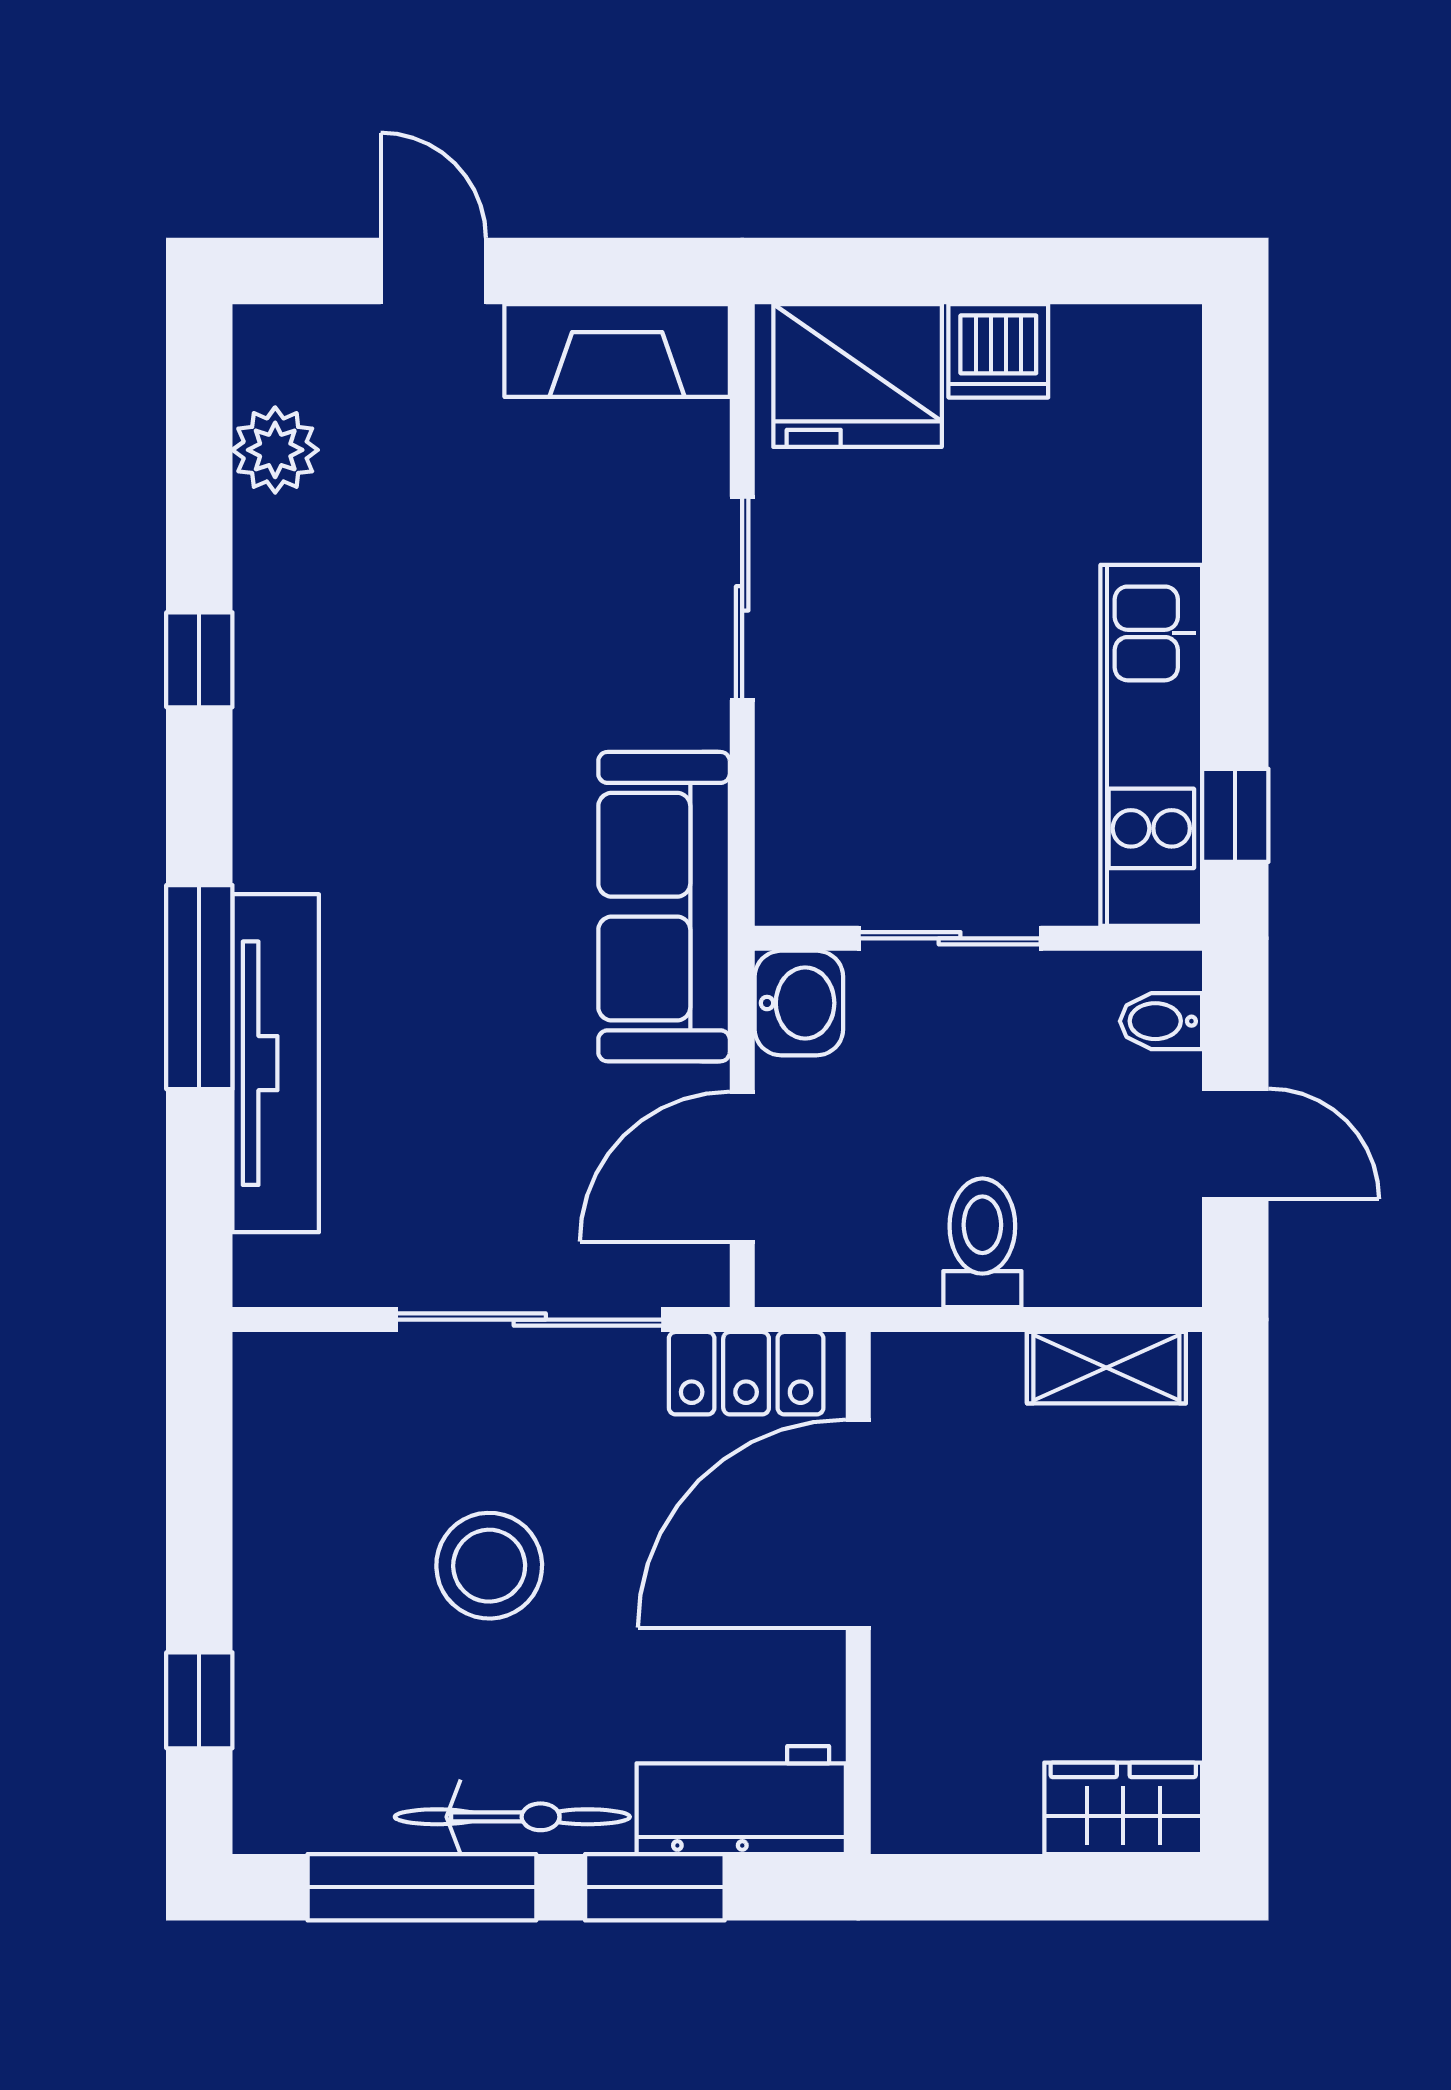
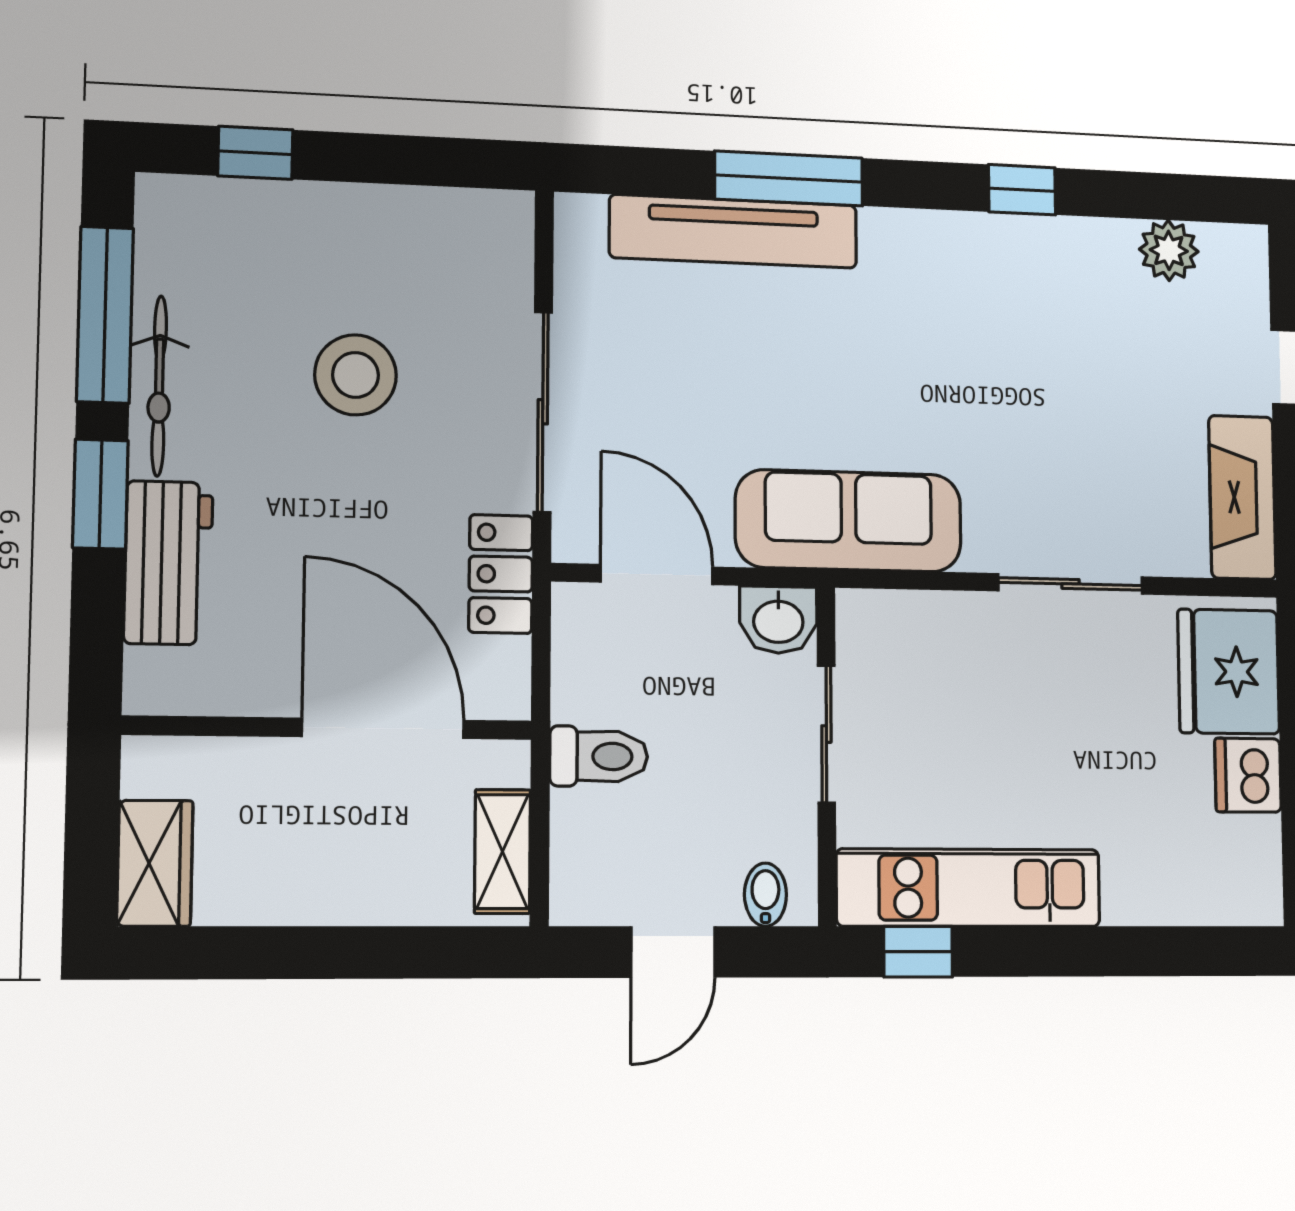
door: (858, 1524) -> (383, 728), moved
wall: (858, 1593) -> (329, 728), moved

